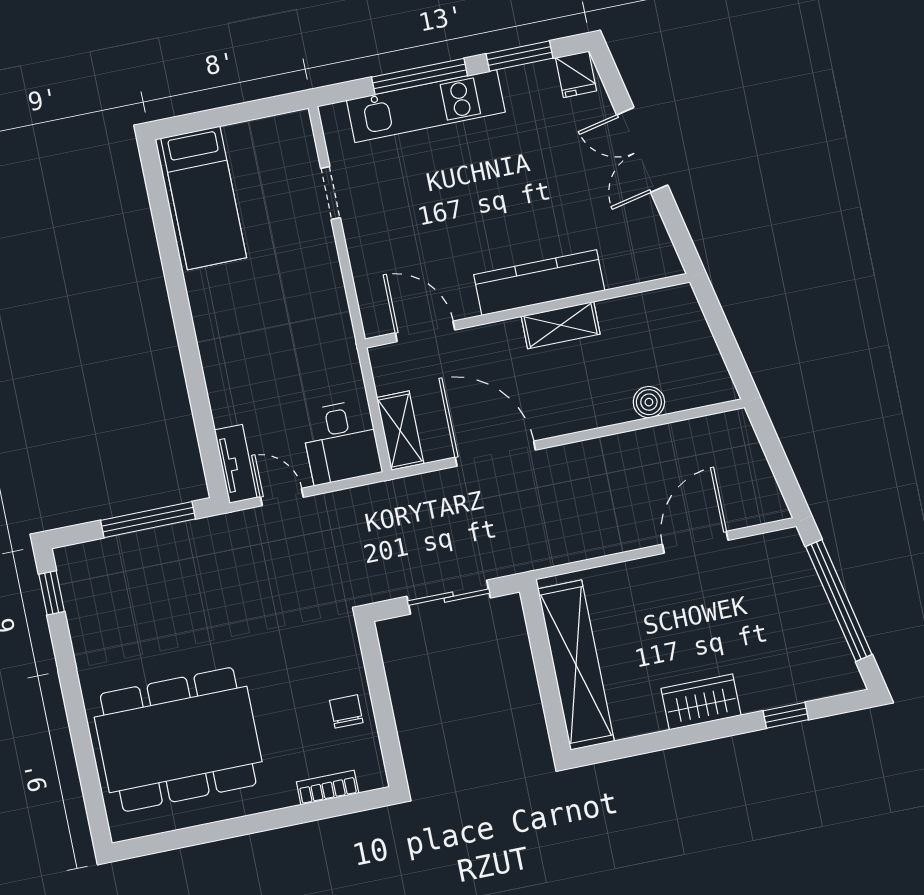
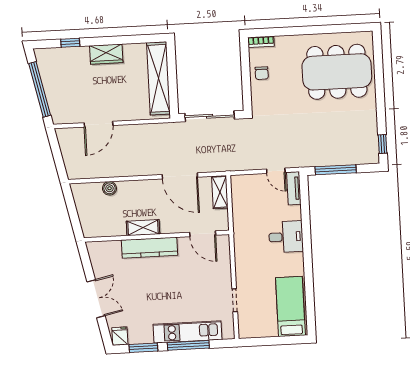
desk: (341, 442) -> (286, 237), moved, turned 90
sliding door: (449, 597) -> (210, 116), width x1.37
bookcase: (328, 788) -> (261, 42), moved

